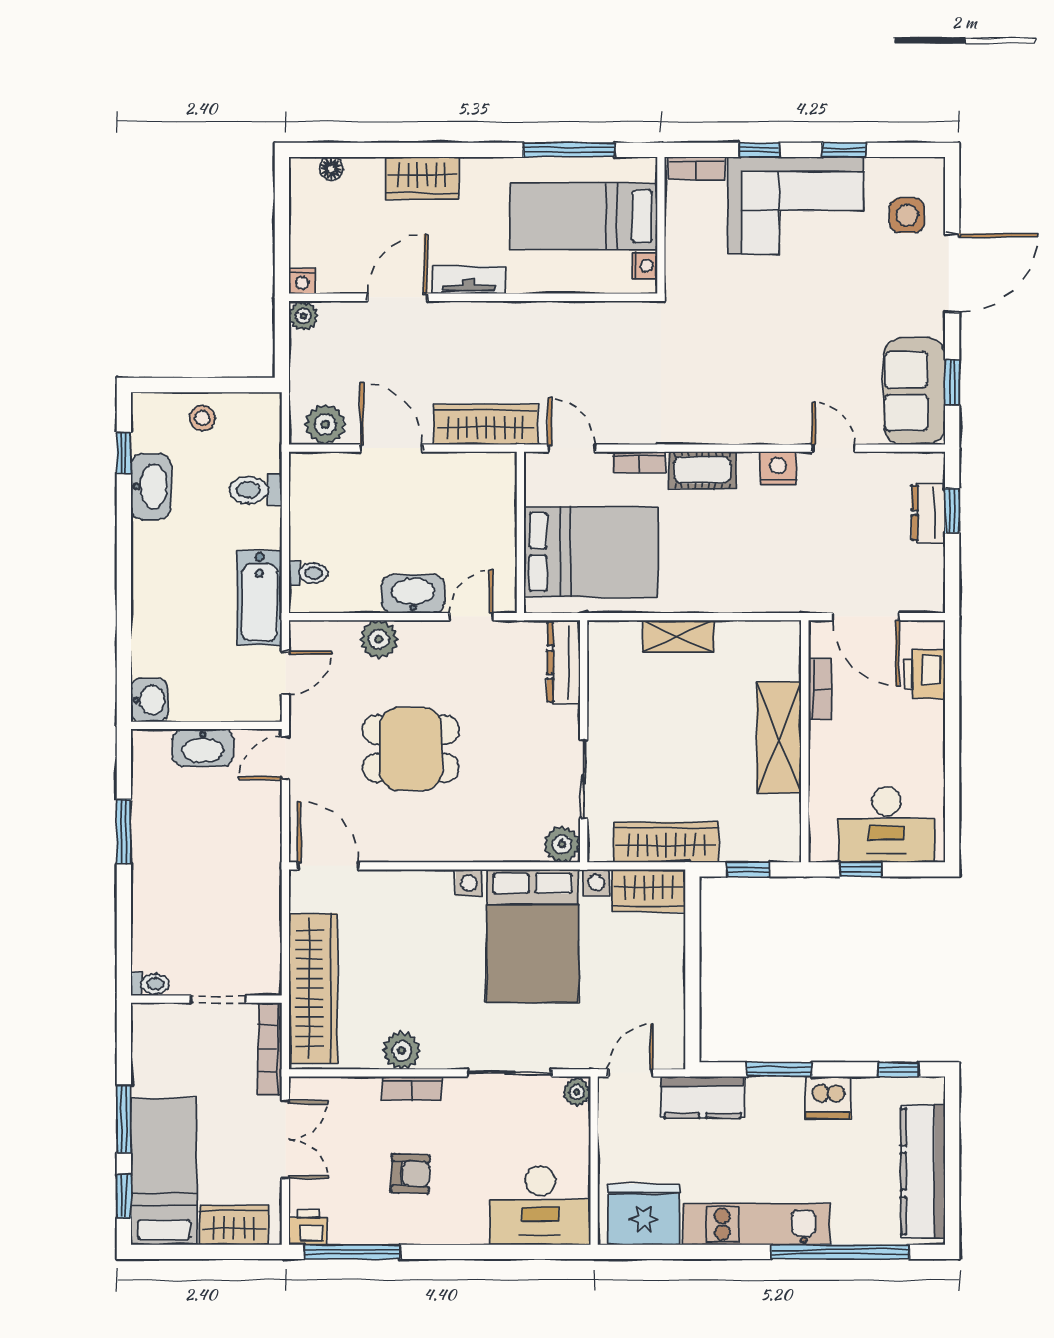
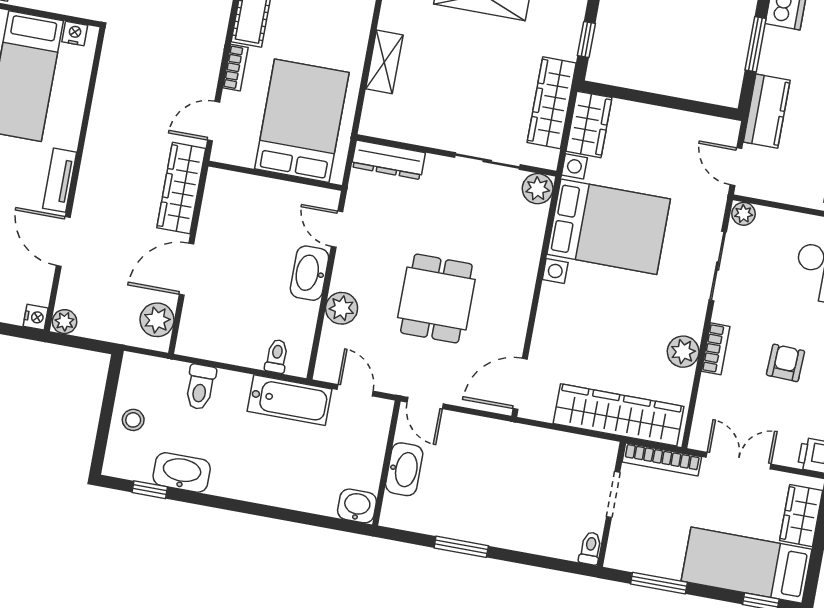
window: (124, 1119) -> (659, 583), moved

